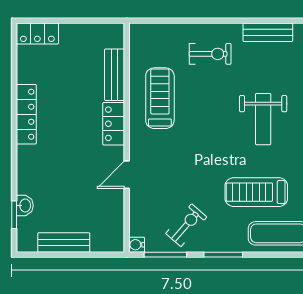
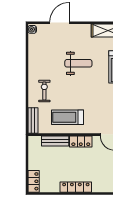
bench: (268, 32) -> (33, 121), moved

